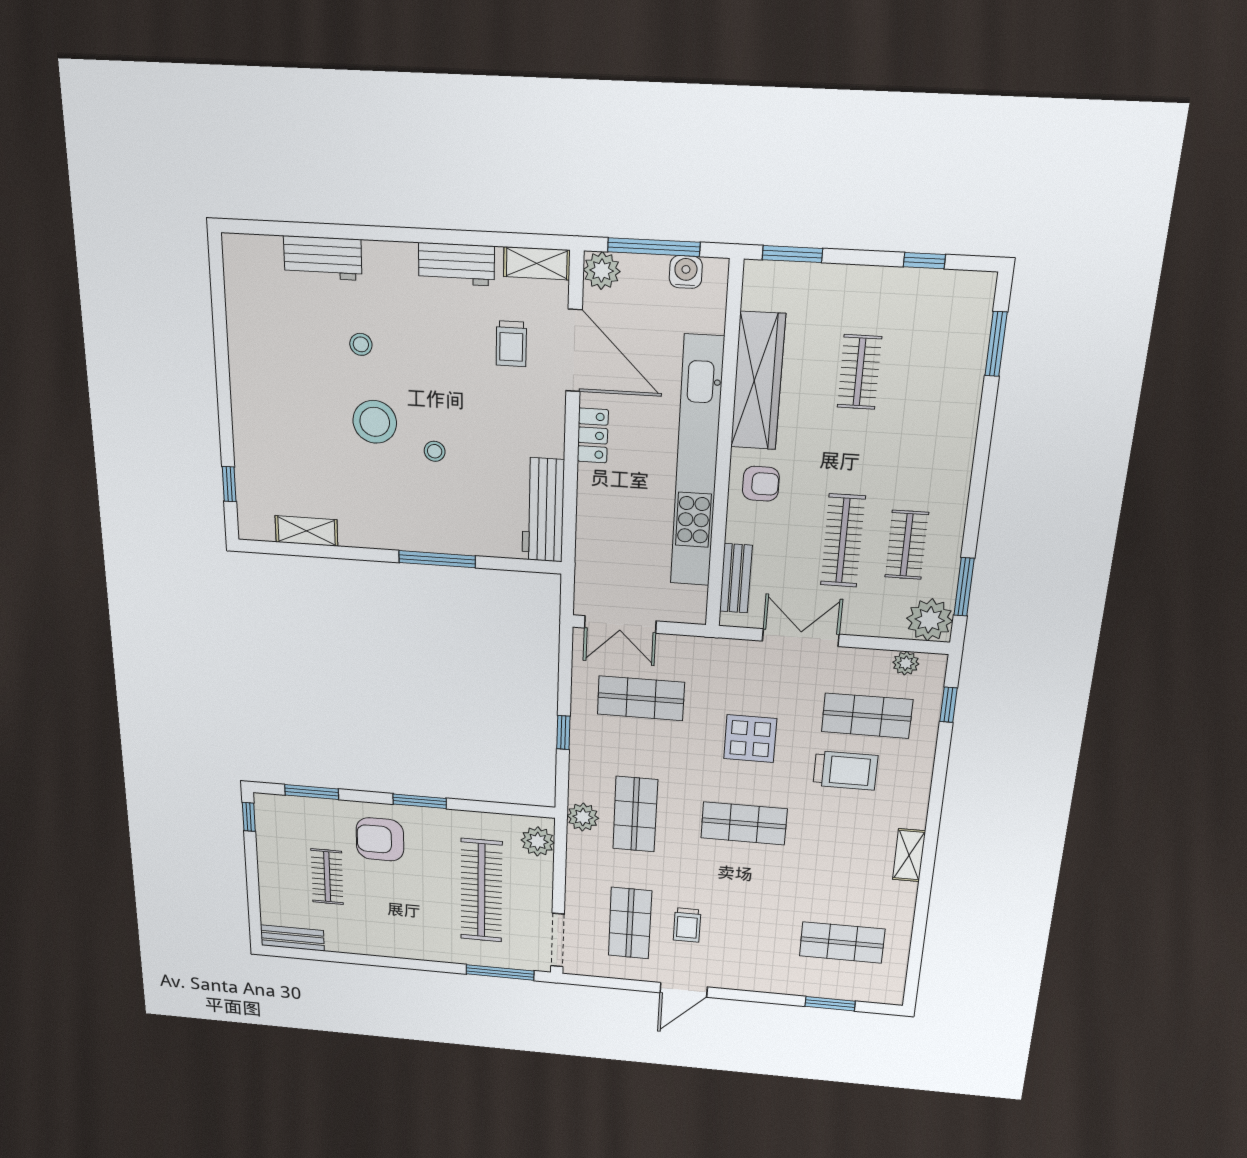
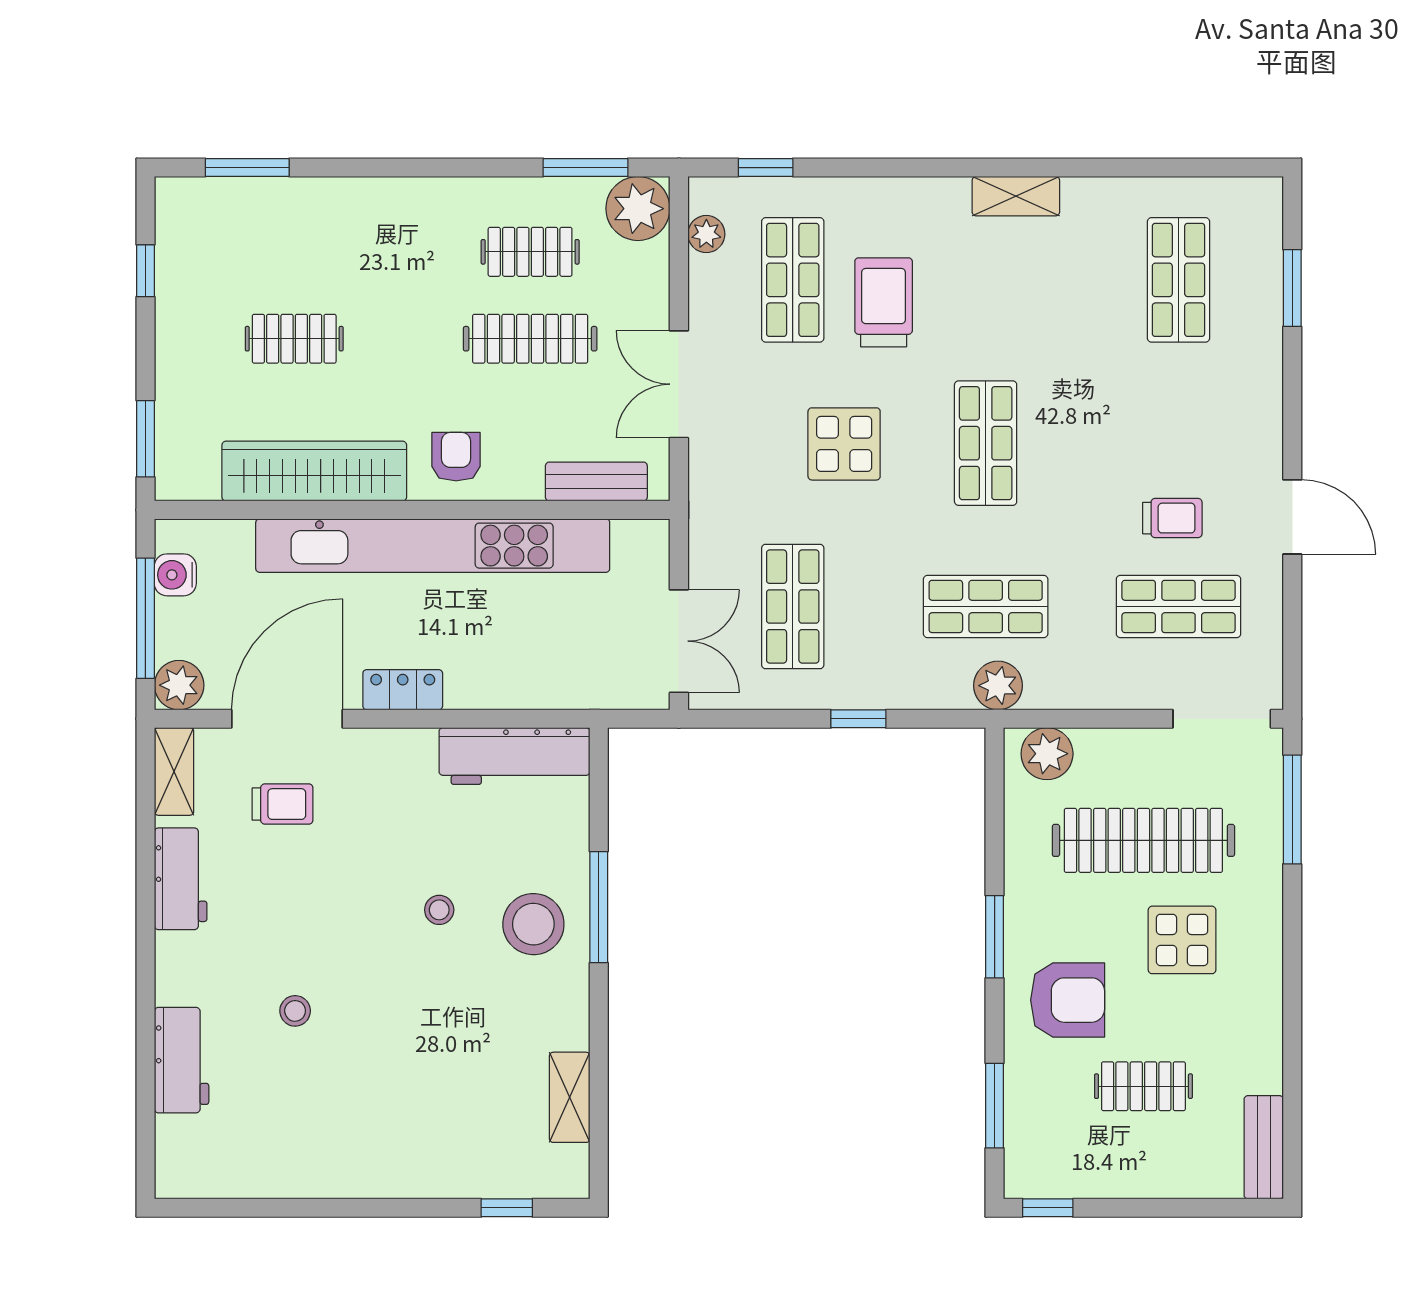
stool: (375, 422) -> (533, 924), moved
armchair: (380, 839) -> (1068, 1000), turned -90
display table: (419, 906) -> (1182, 940), added

